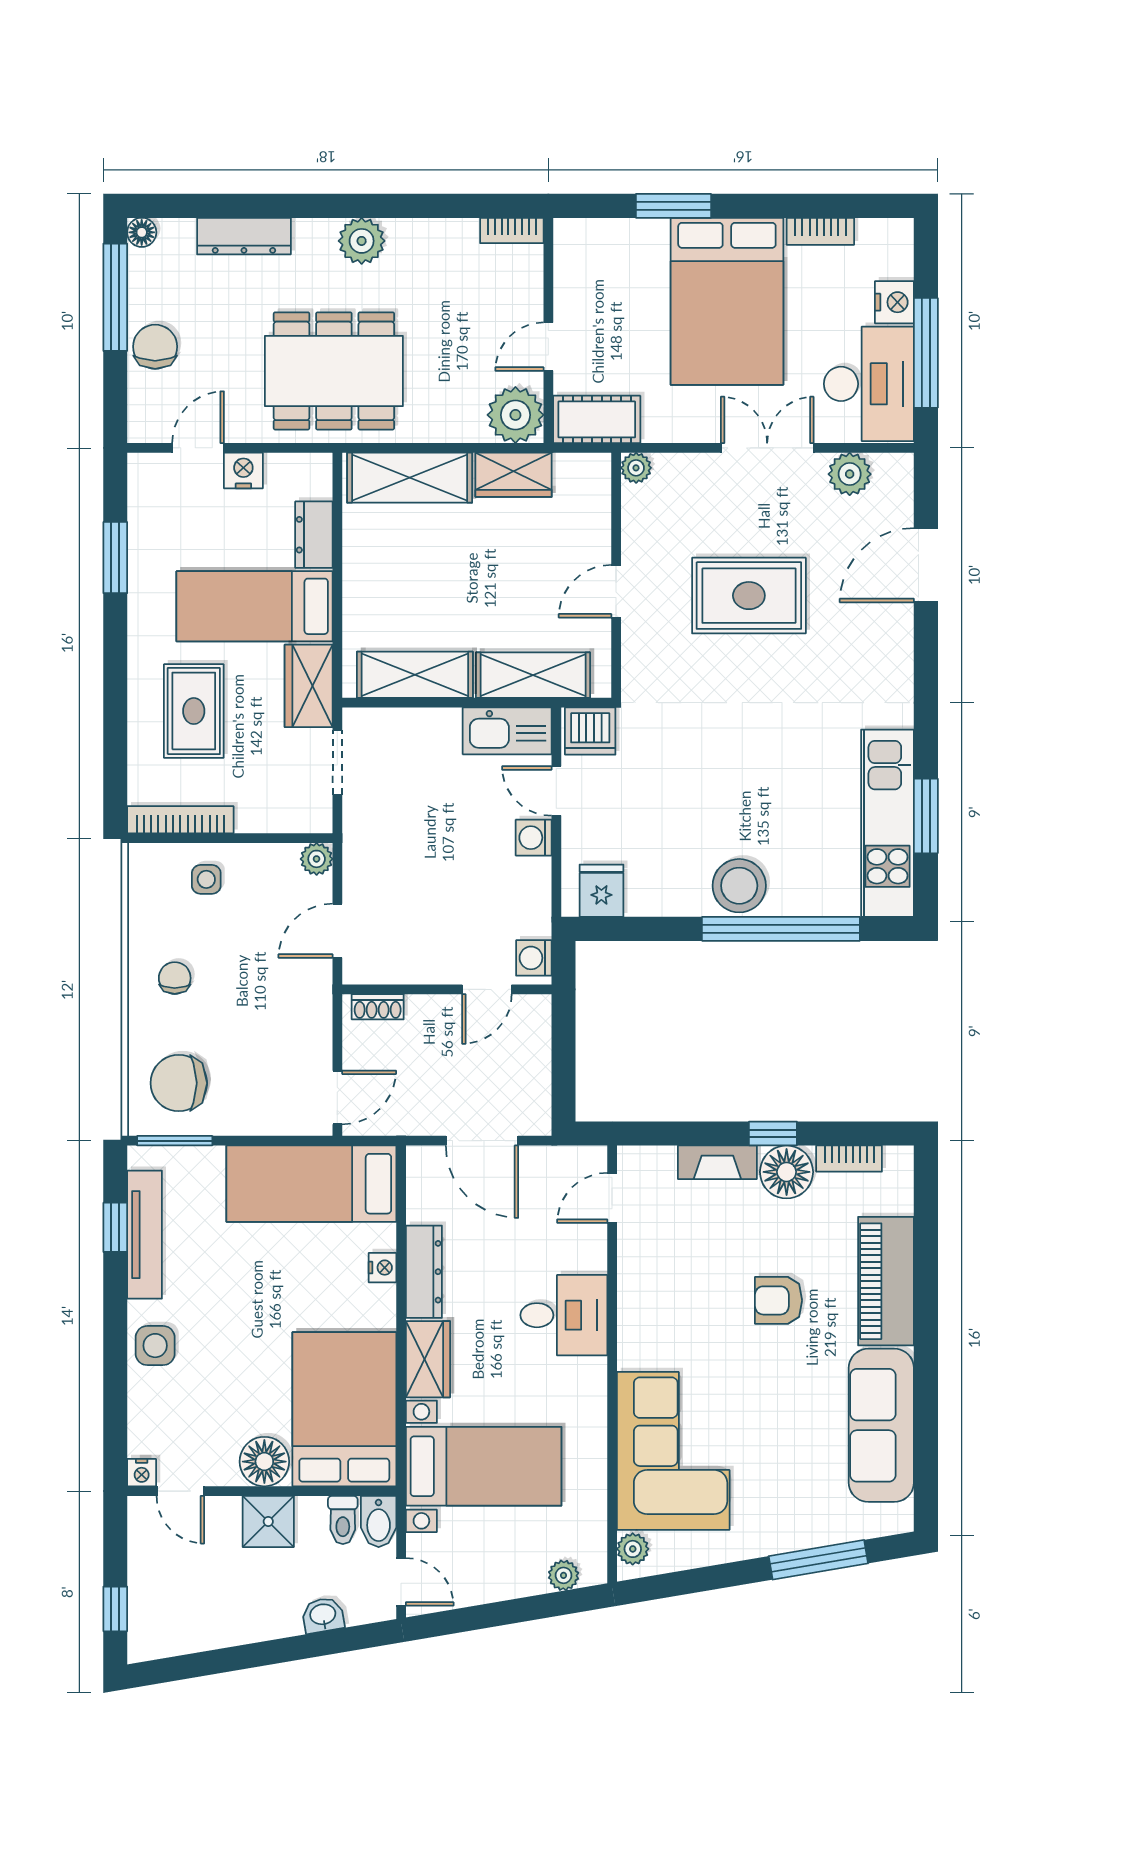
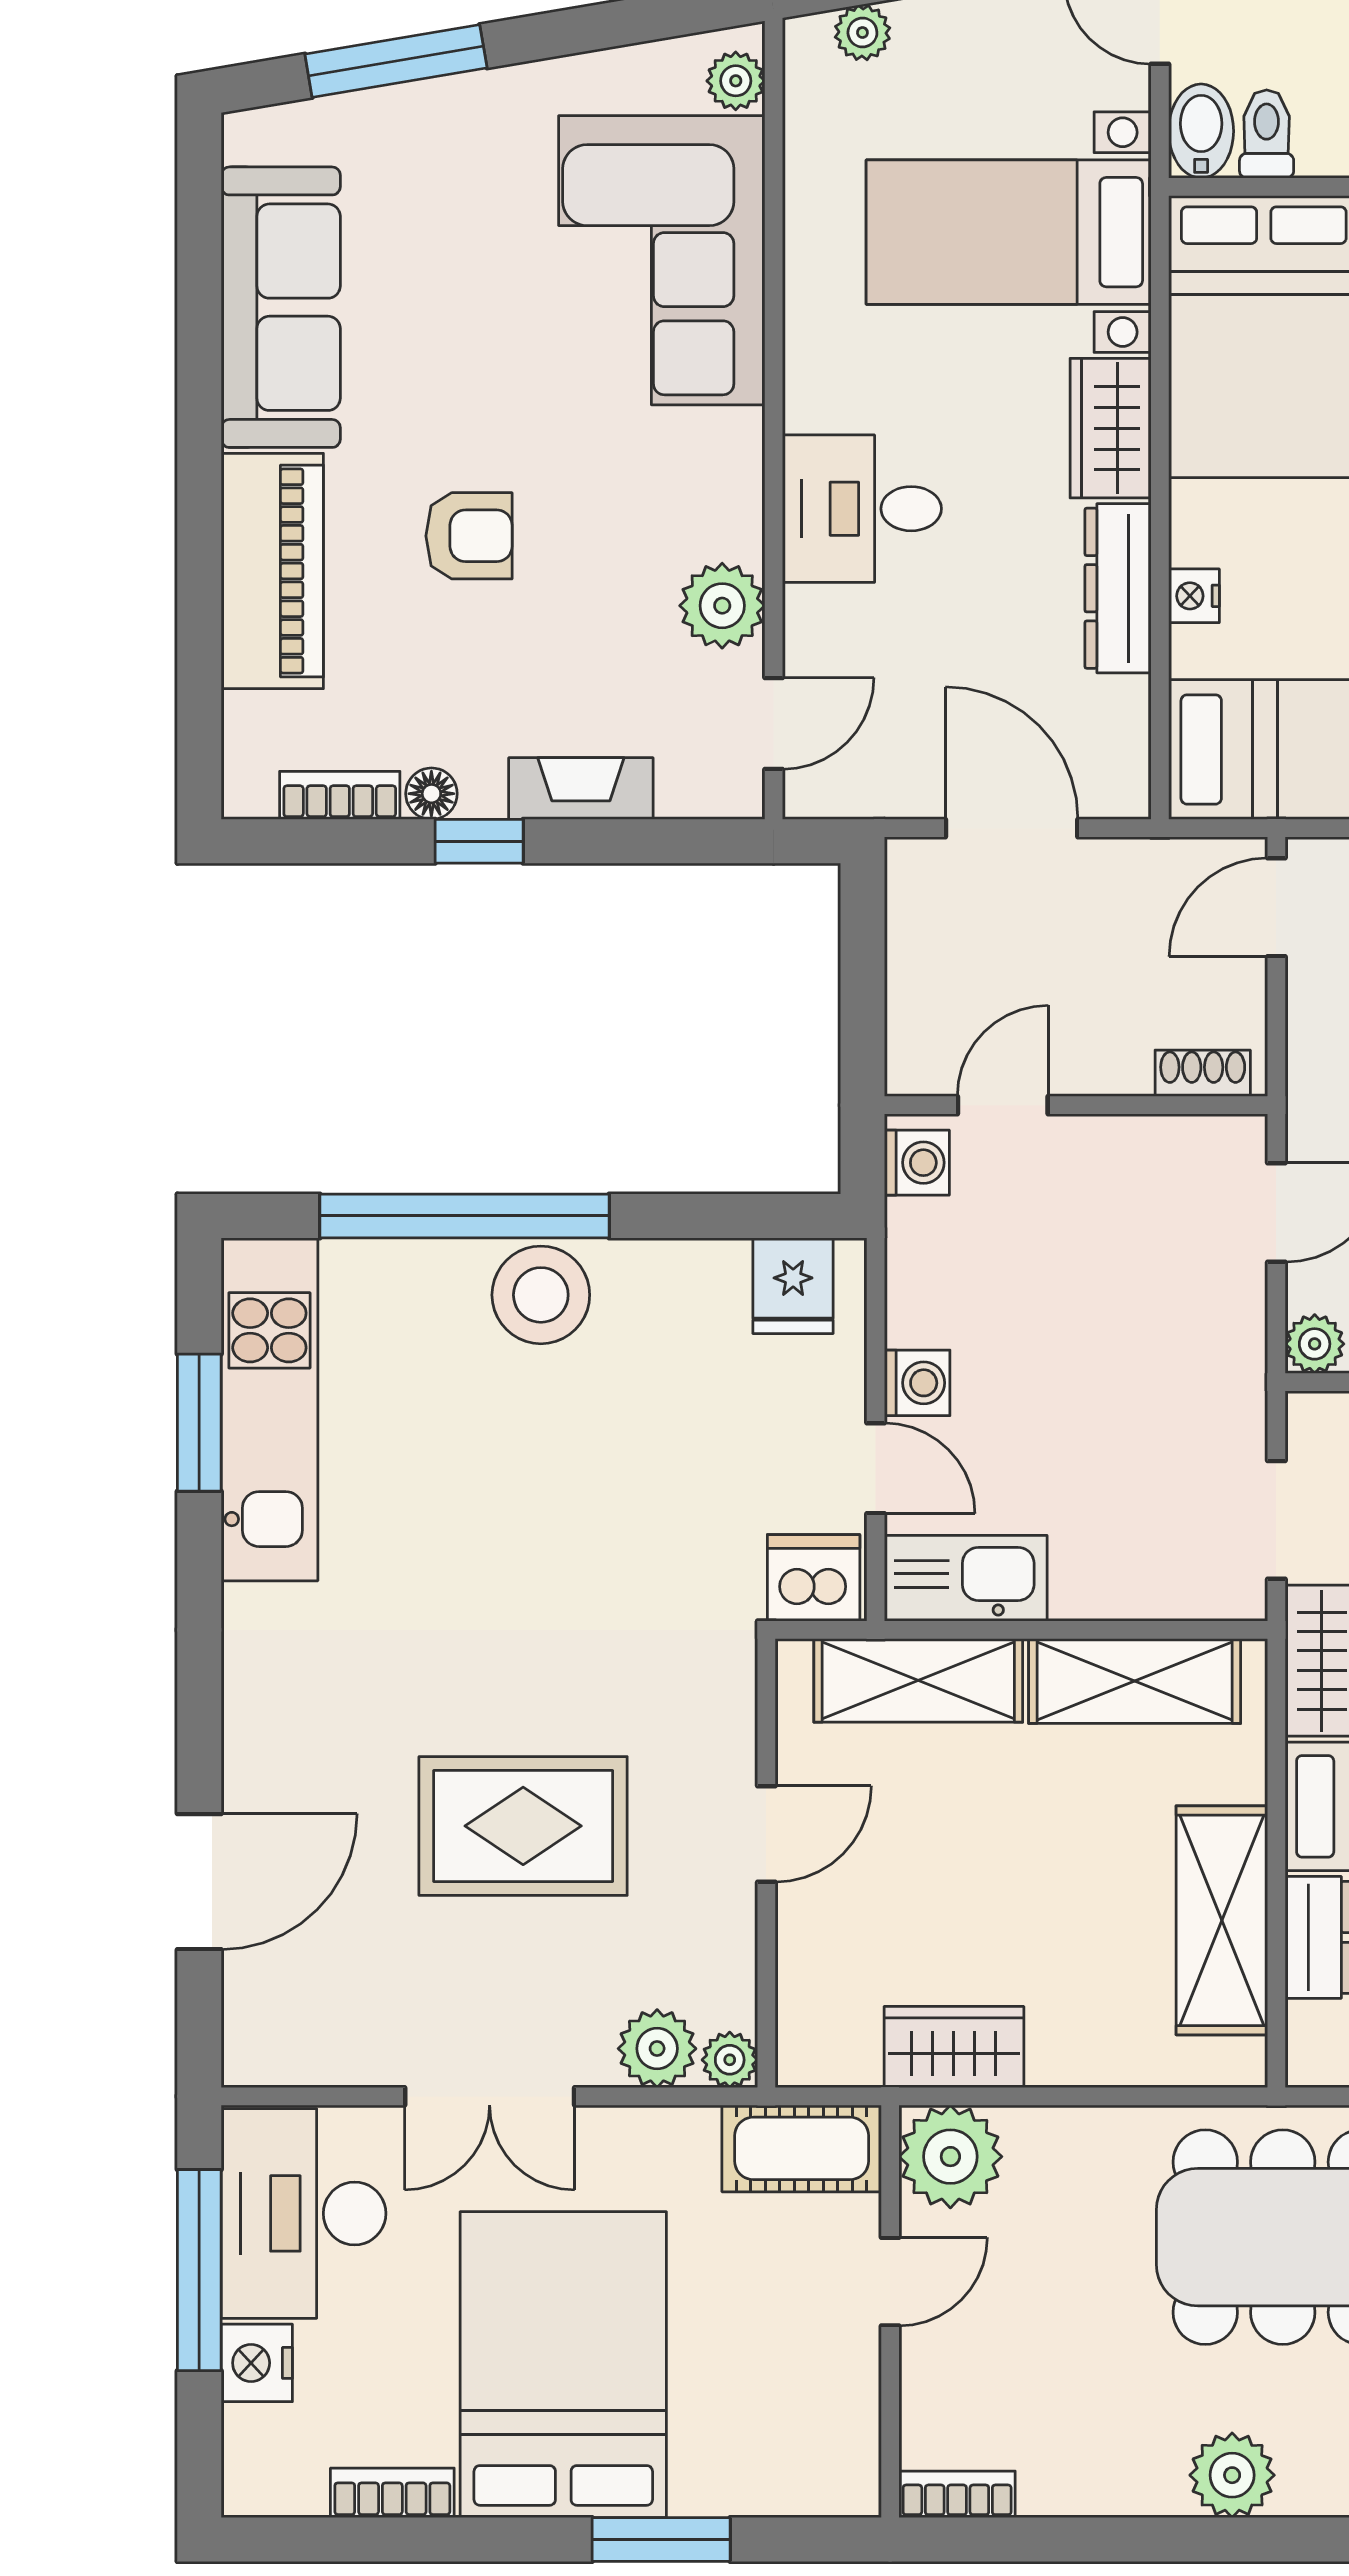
plant: (850, 474) -> (657, 2049), moved
shelving: (410, 478) -> (1222, 1920), moved, turned 90
floor lamp: (787, 1172) -> (431, 794), width x0.53, depth x0.53
plant: (640, 1262) -> (722, 606), added

